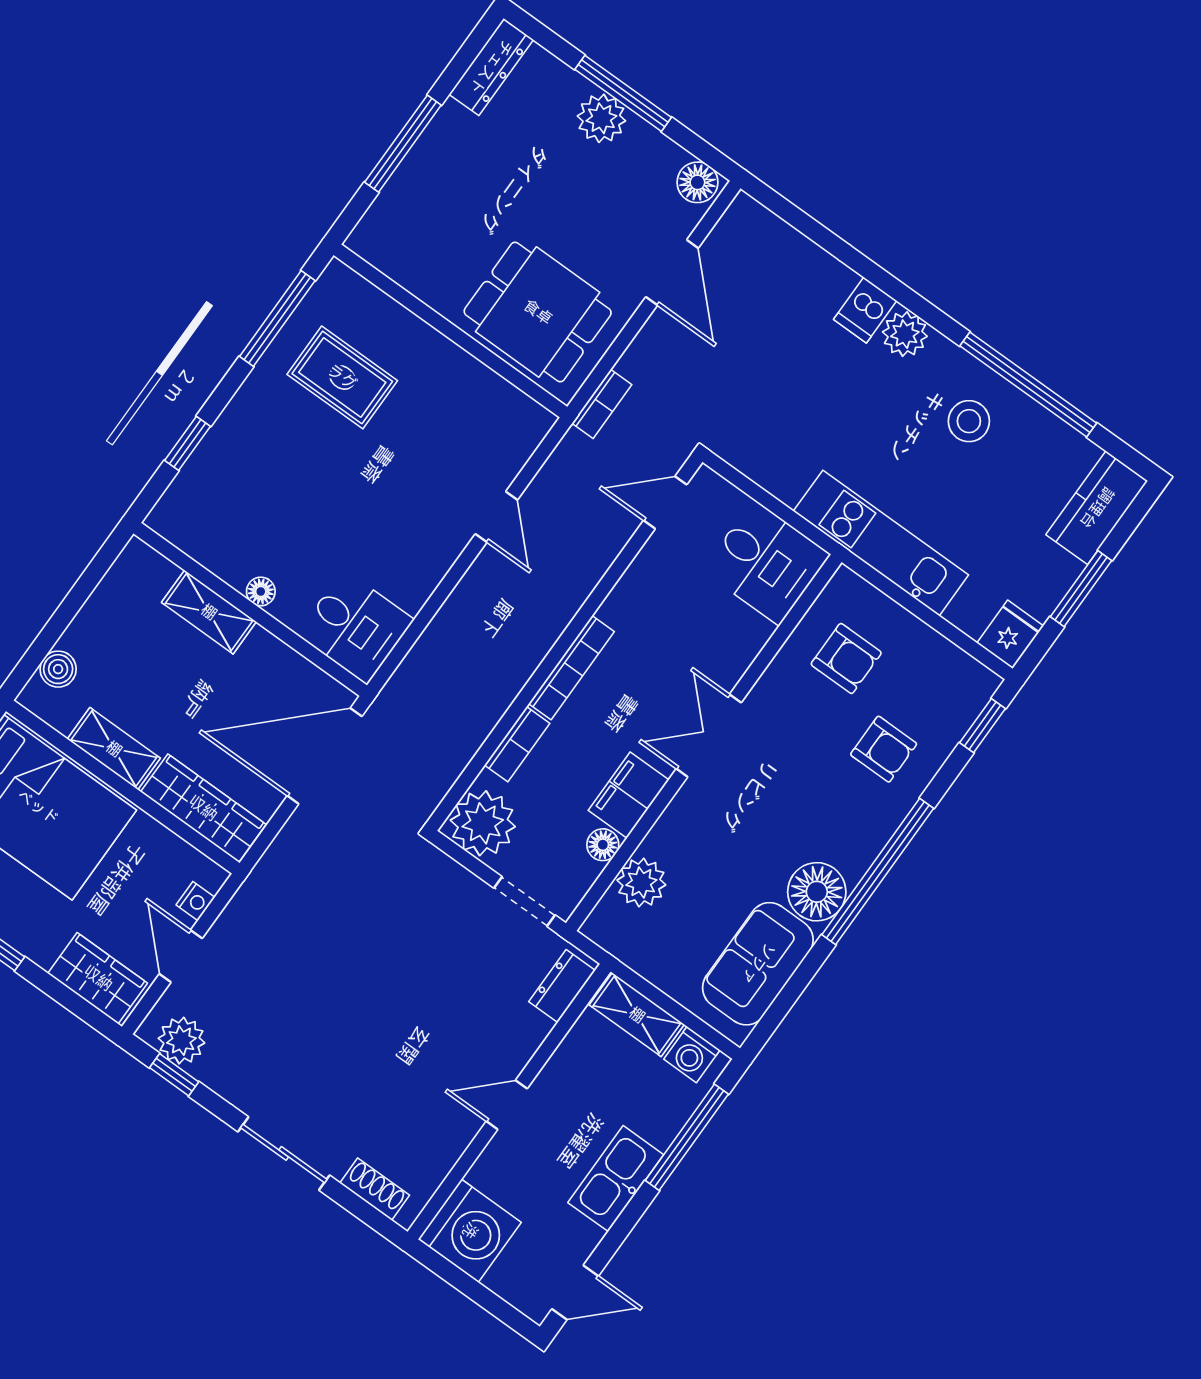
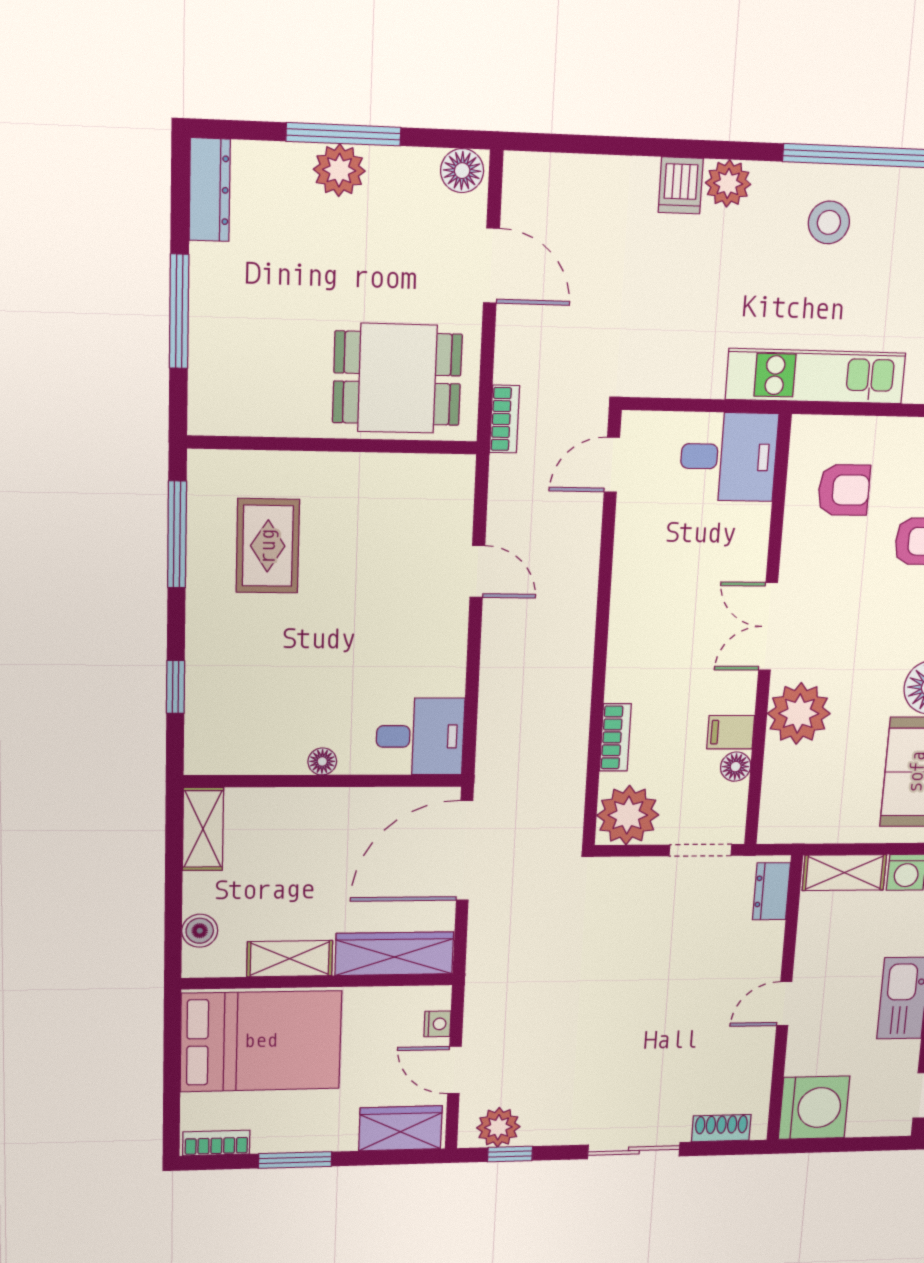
rug: (342, 377) -> (268, 546), turned 90
shelving: (209, 612) -> (203, 829), moved, turned 90
bookcase: (571, 668) -> (620, 649), removed
filing cabinet: (629, 795) -> (731, 732), width x0.50
plant: (641, 883) -> (799, 713), moved, width x1.36, depth x1.36

